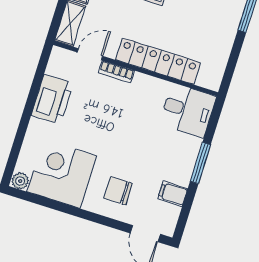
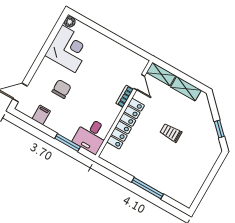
printer: (52, 99) -> (116, 53), removed
window: (200, 163) -> (68, 143), moved
chair: (118, 191) -> (62, 89), moved

